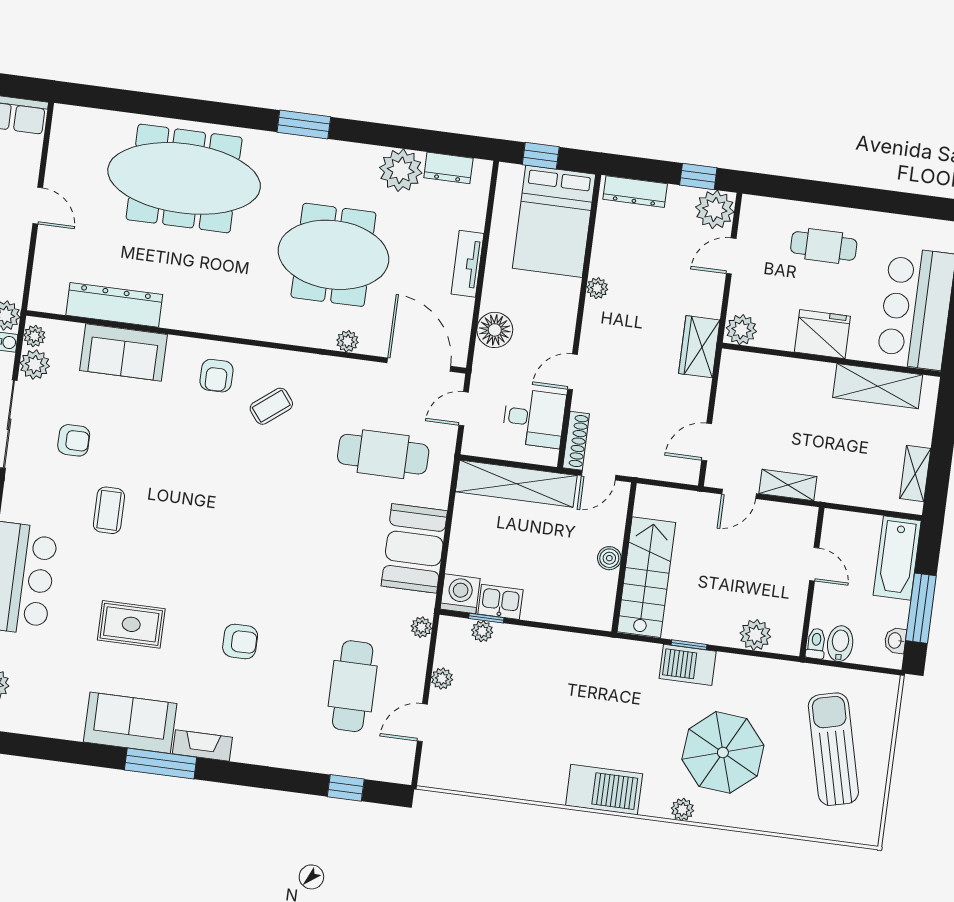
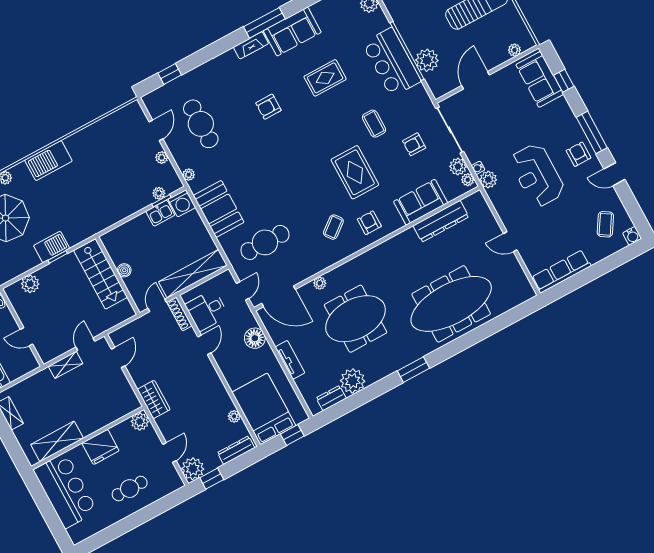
plant: (597, 288) -> (234, 416), moved
rug: (185, 461) -> (355, 172), added

